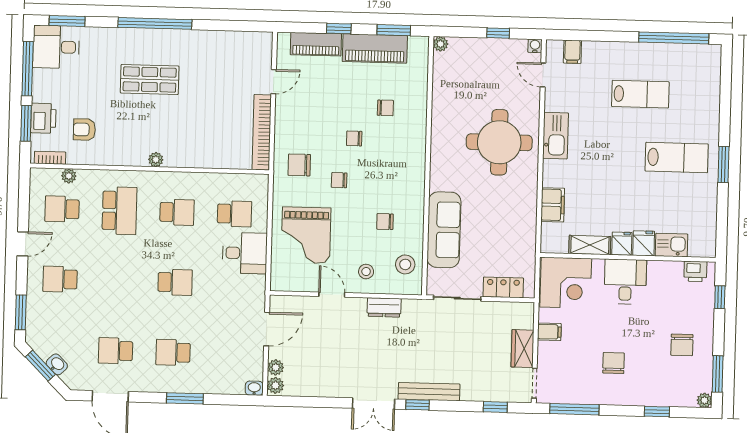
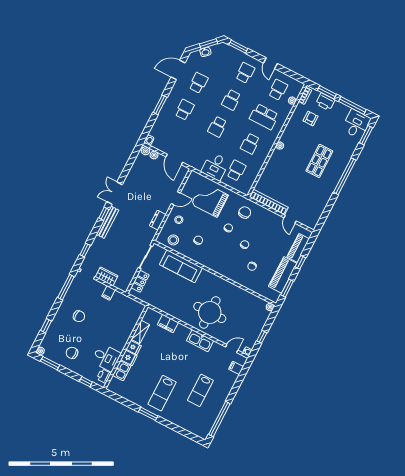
school desk: (234, 214) -> (236, 171), turned 180
school desk: (118, 281) -> (231, 100), added
desk: (625, 282) -> (106, 357), moved
corner desk: (566, 283) -> (128, 312), removed

